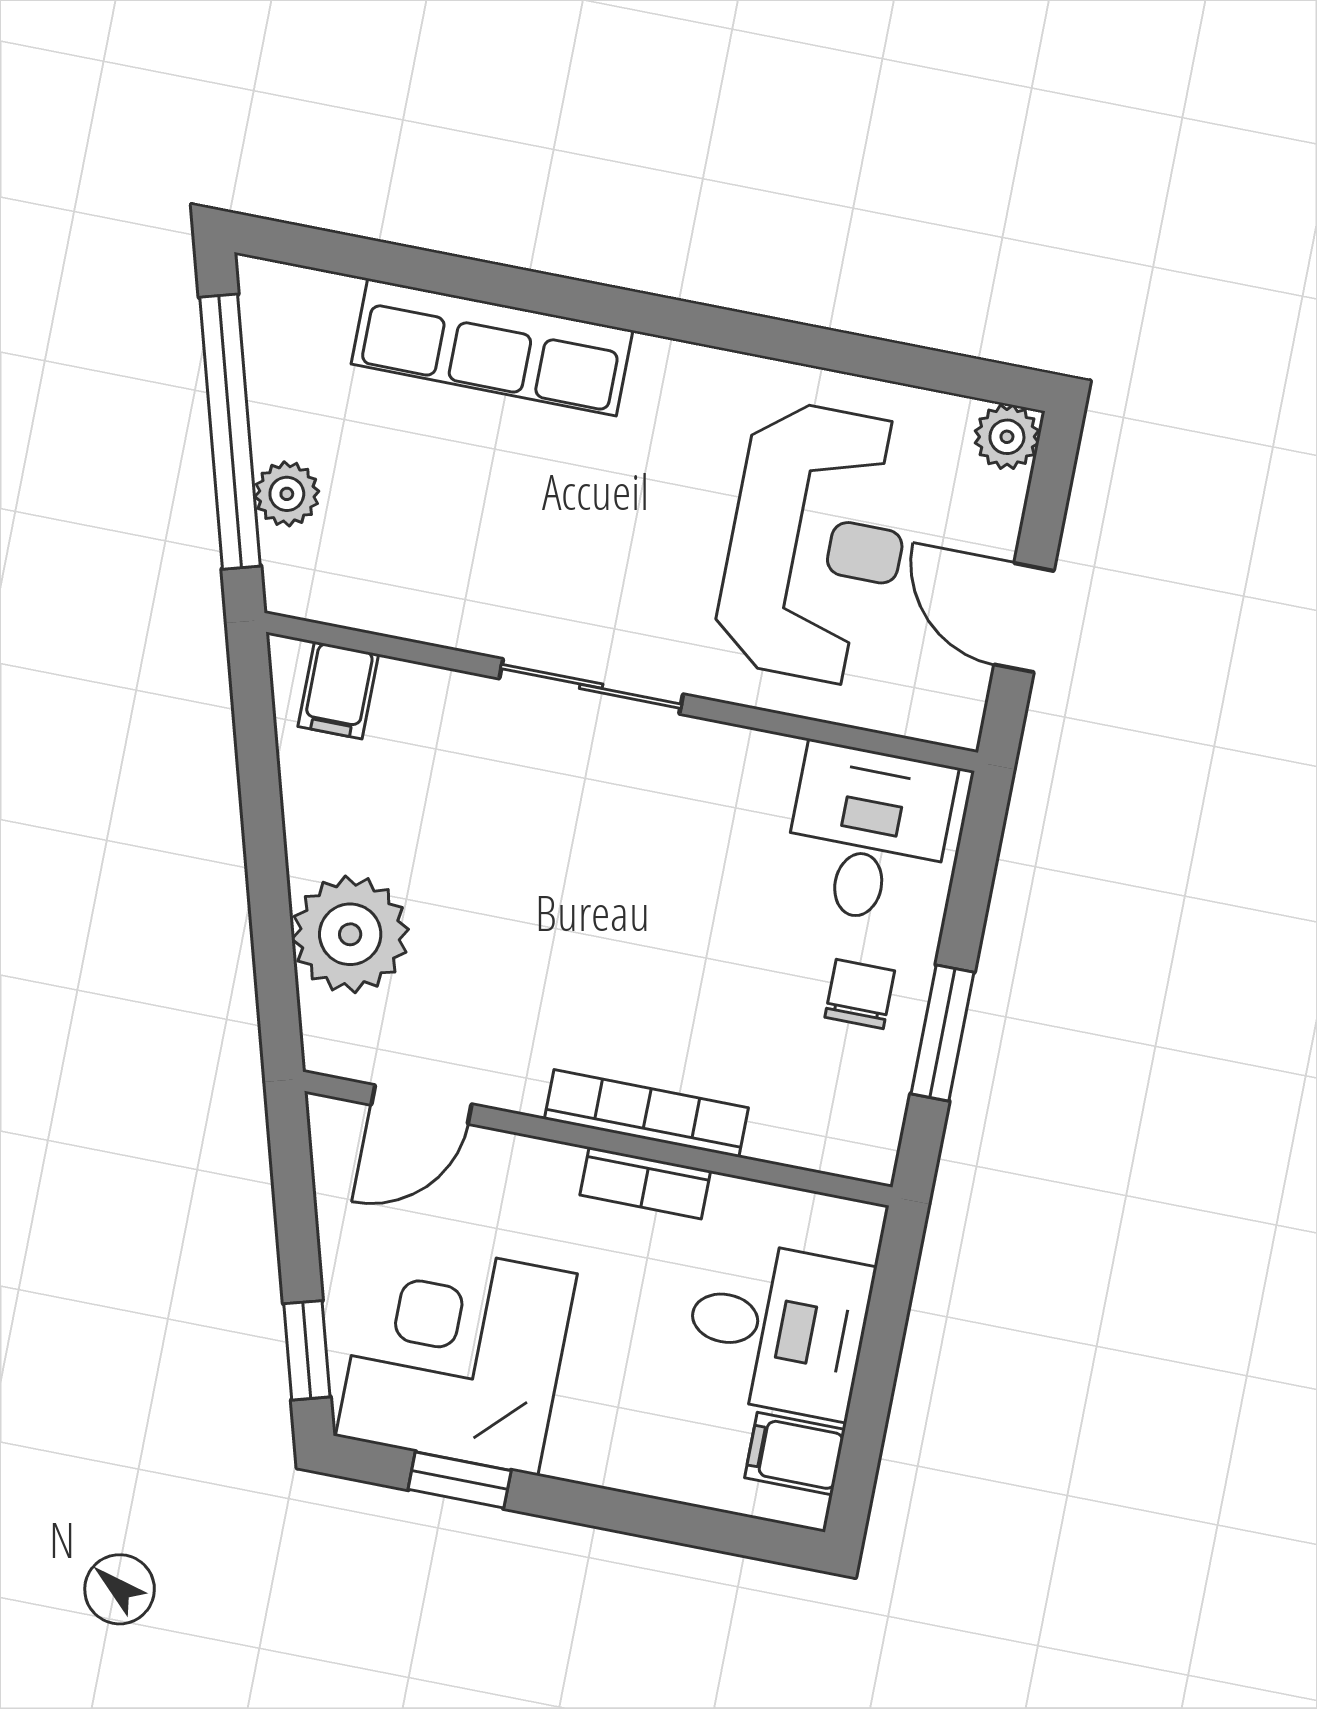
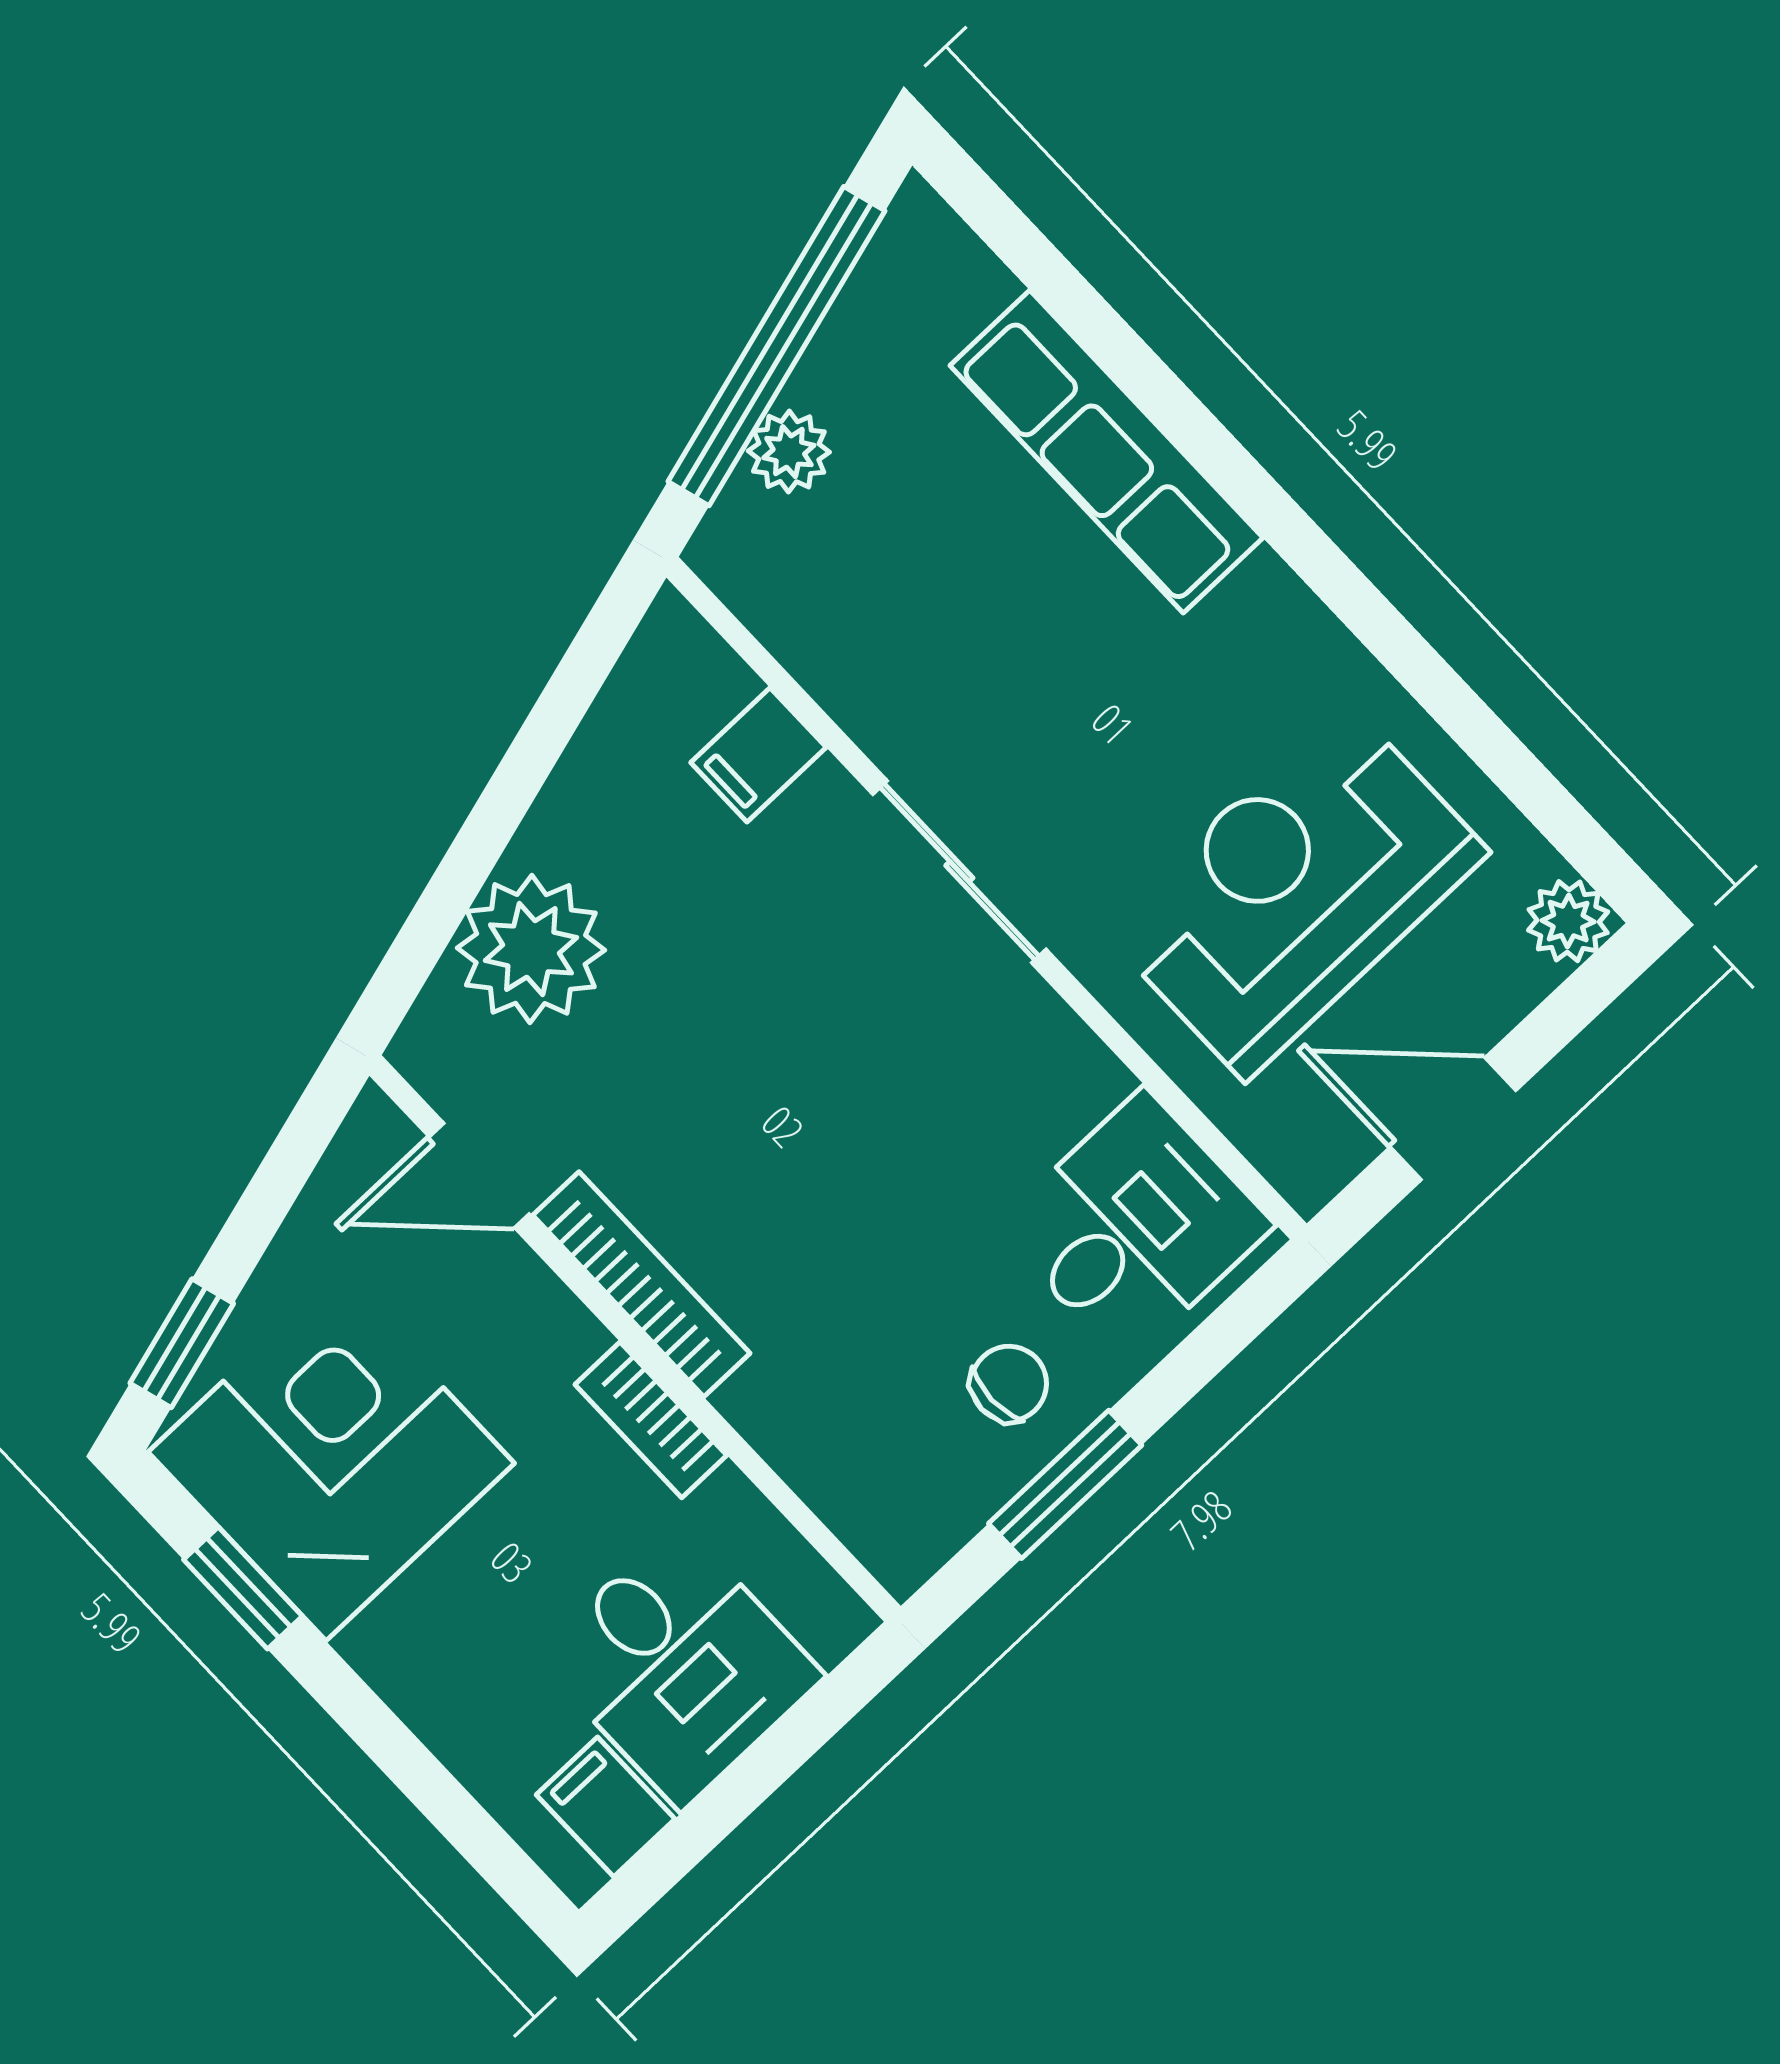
reception desk: (817, 543) -> (1295, 891), turned 180
door: (1024, 618) -> (1453, 1119), hinge flipped
filing cabinet: (338, 690) -> (758, 755), moved
bookcase: (646, 1113) -> (641, 1284), moved

